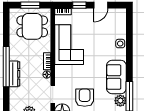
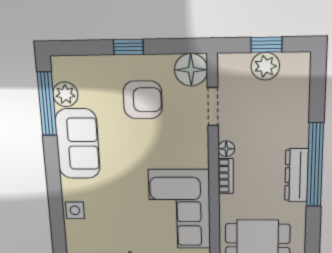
dresser: (15, 74) -> (296, 175), moved
armchair: (85, 98) -> (143, 100), turned -90

